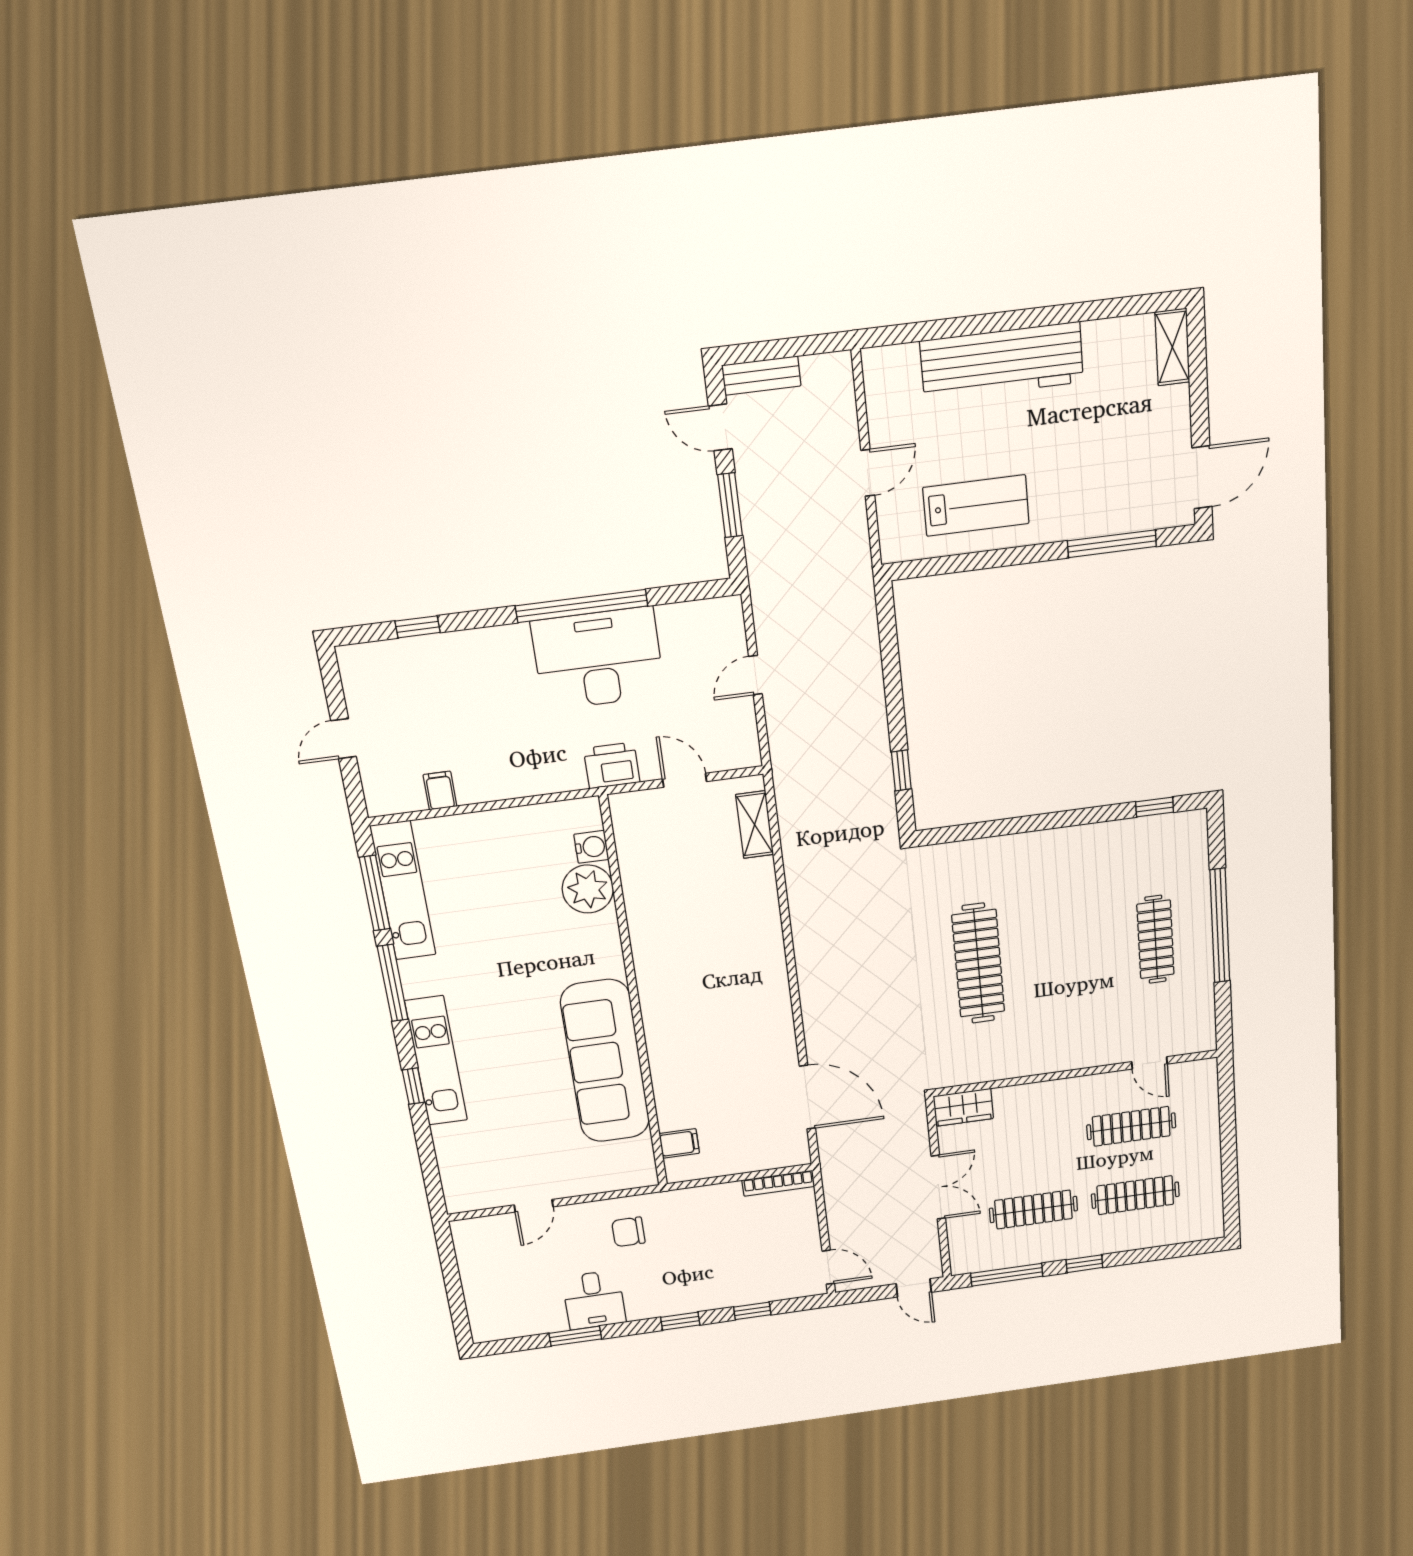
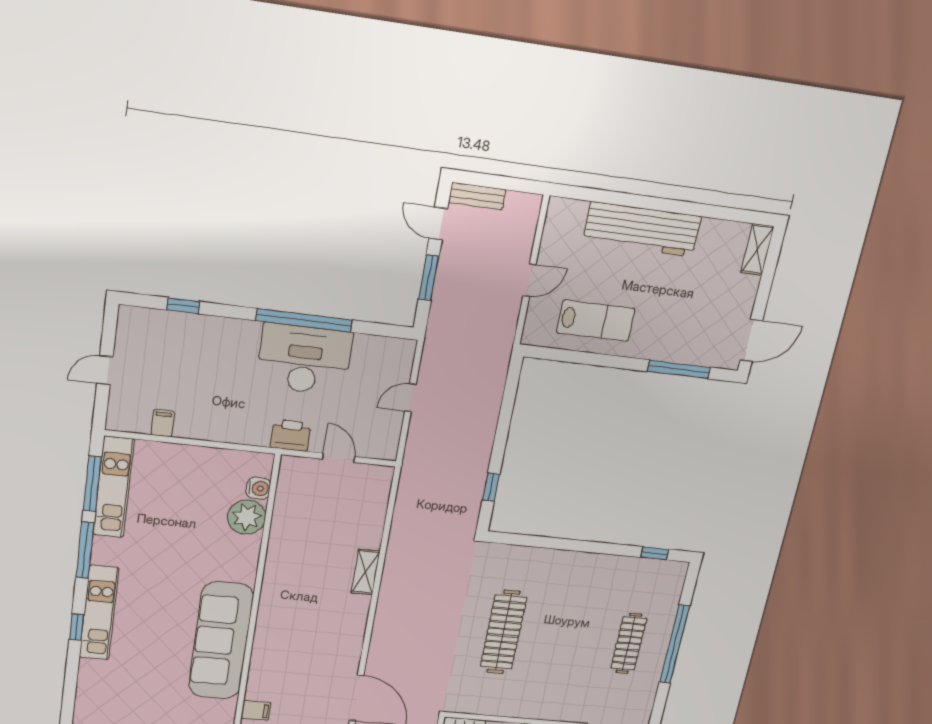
shelving: (755, 825) -> (365, 572), moved

